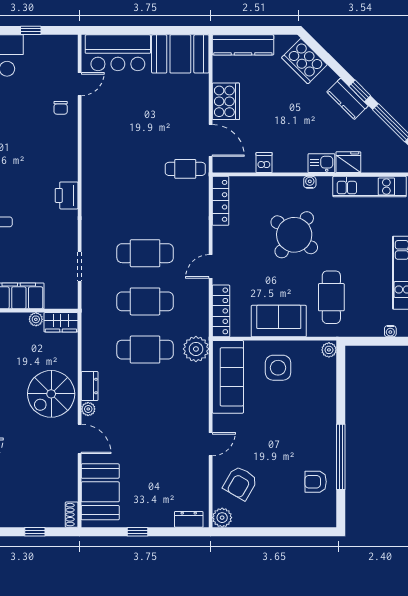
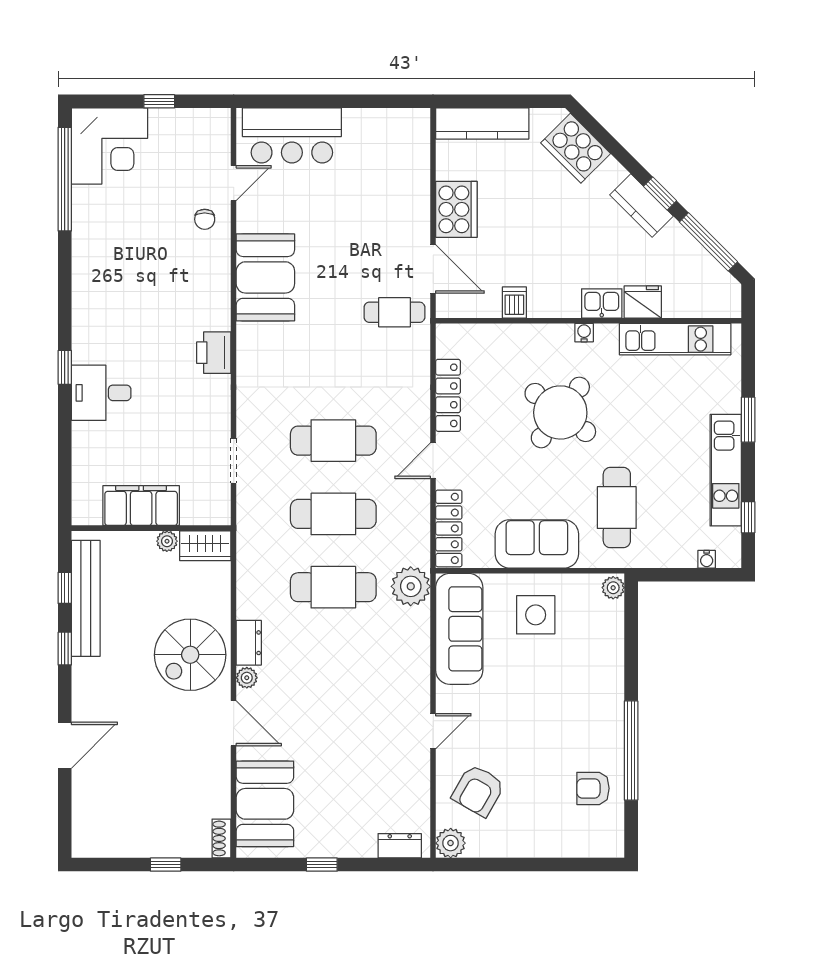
booth: (180, 54) -> (265, 277), moved, turned 90
locker: (220, 201) -> (448, 395), moved

